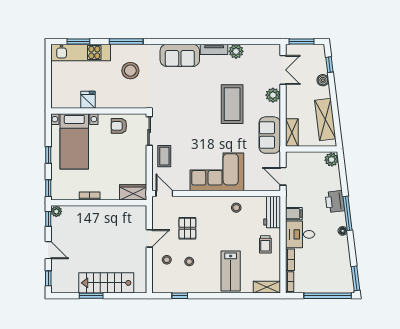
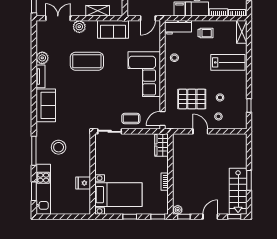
armchair: (119, 126) -> (105, 157), removed
shelving: (292, 132) -> (98, 11), moved
pallet: (187, 228) -> (192, 99), width x1.50, depth x1.42
stairs: (106, 283) -> (238, 191), moved

